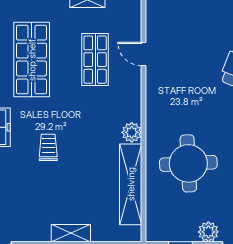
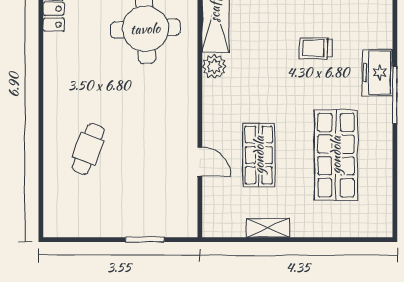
trolley: (48, 147) -> (316, 48), turned 90

